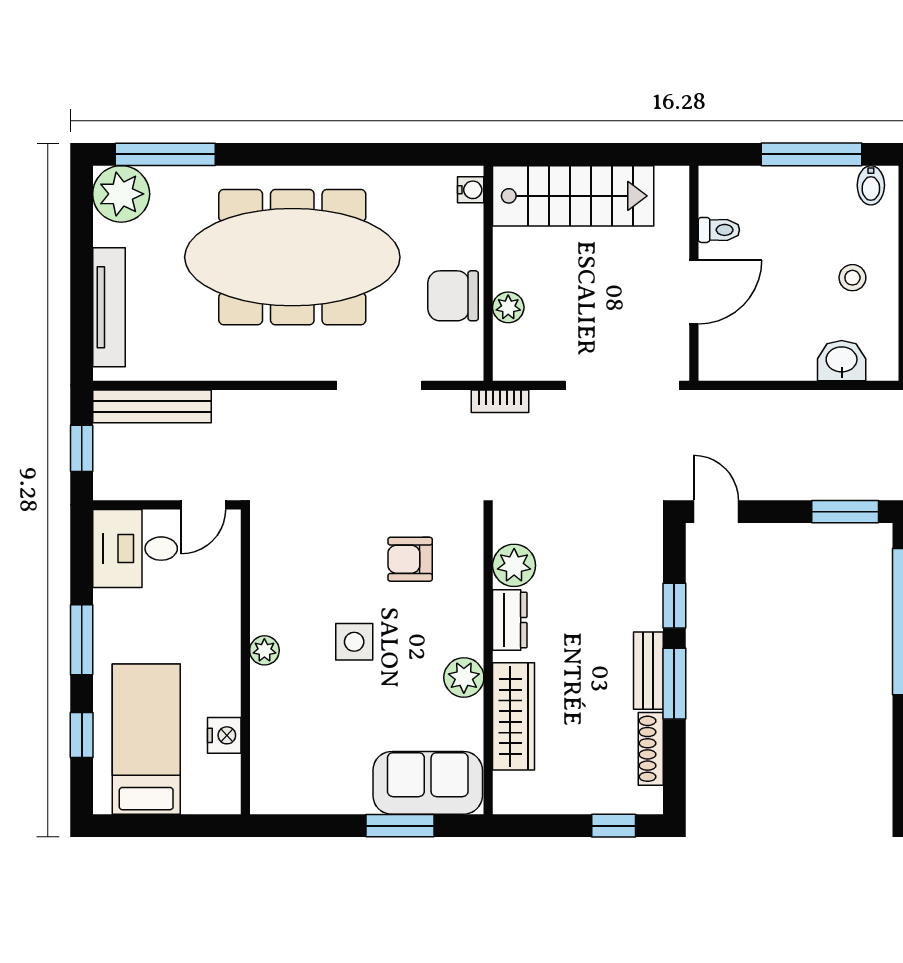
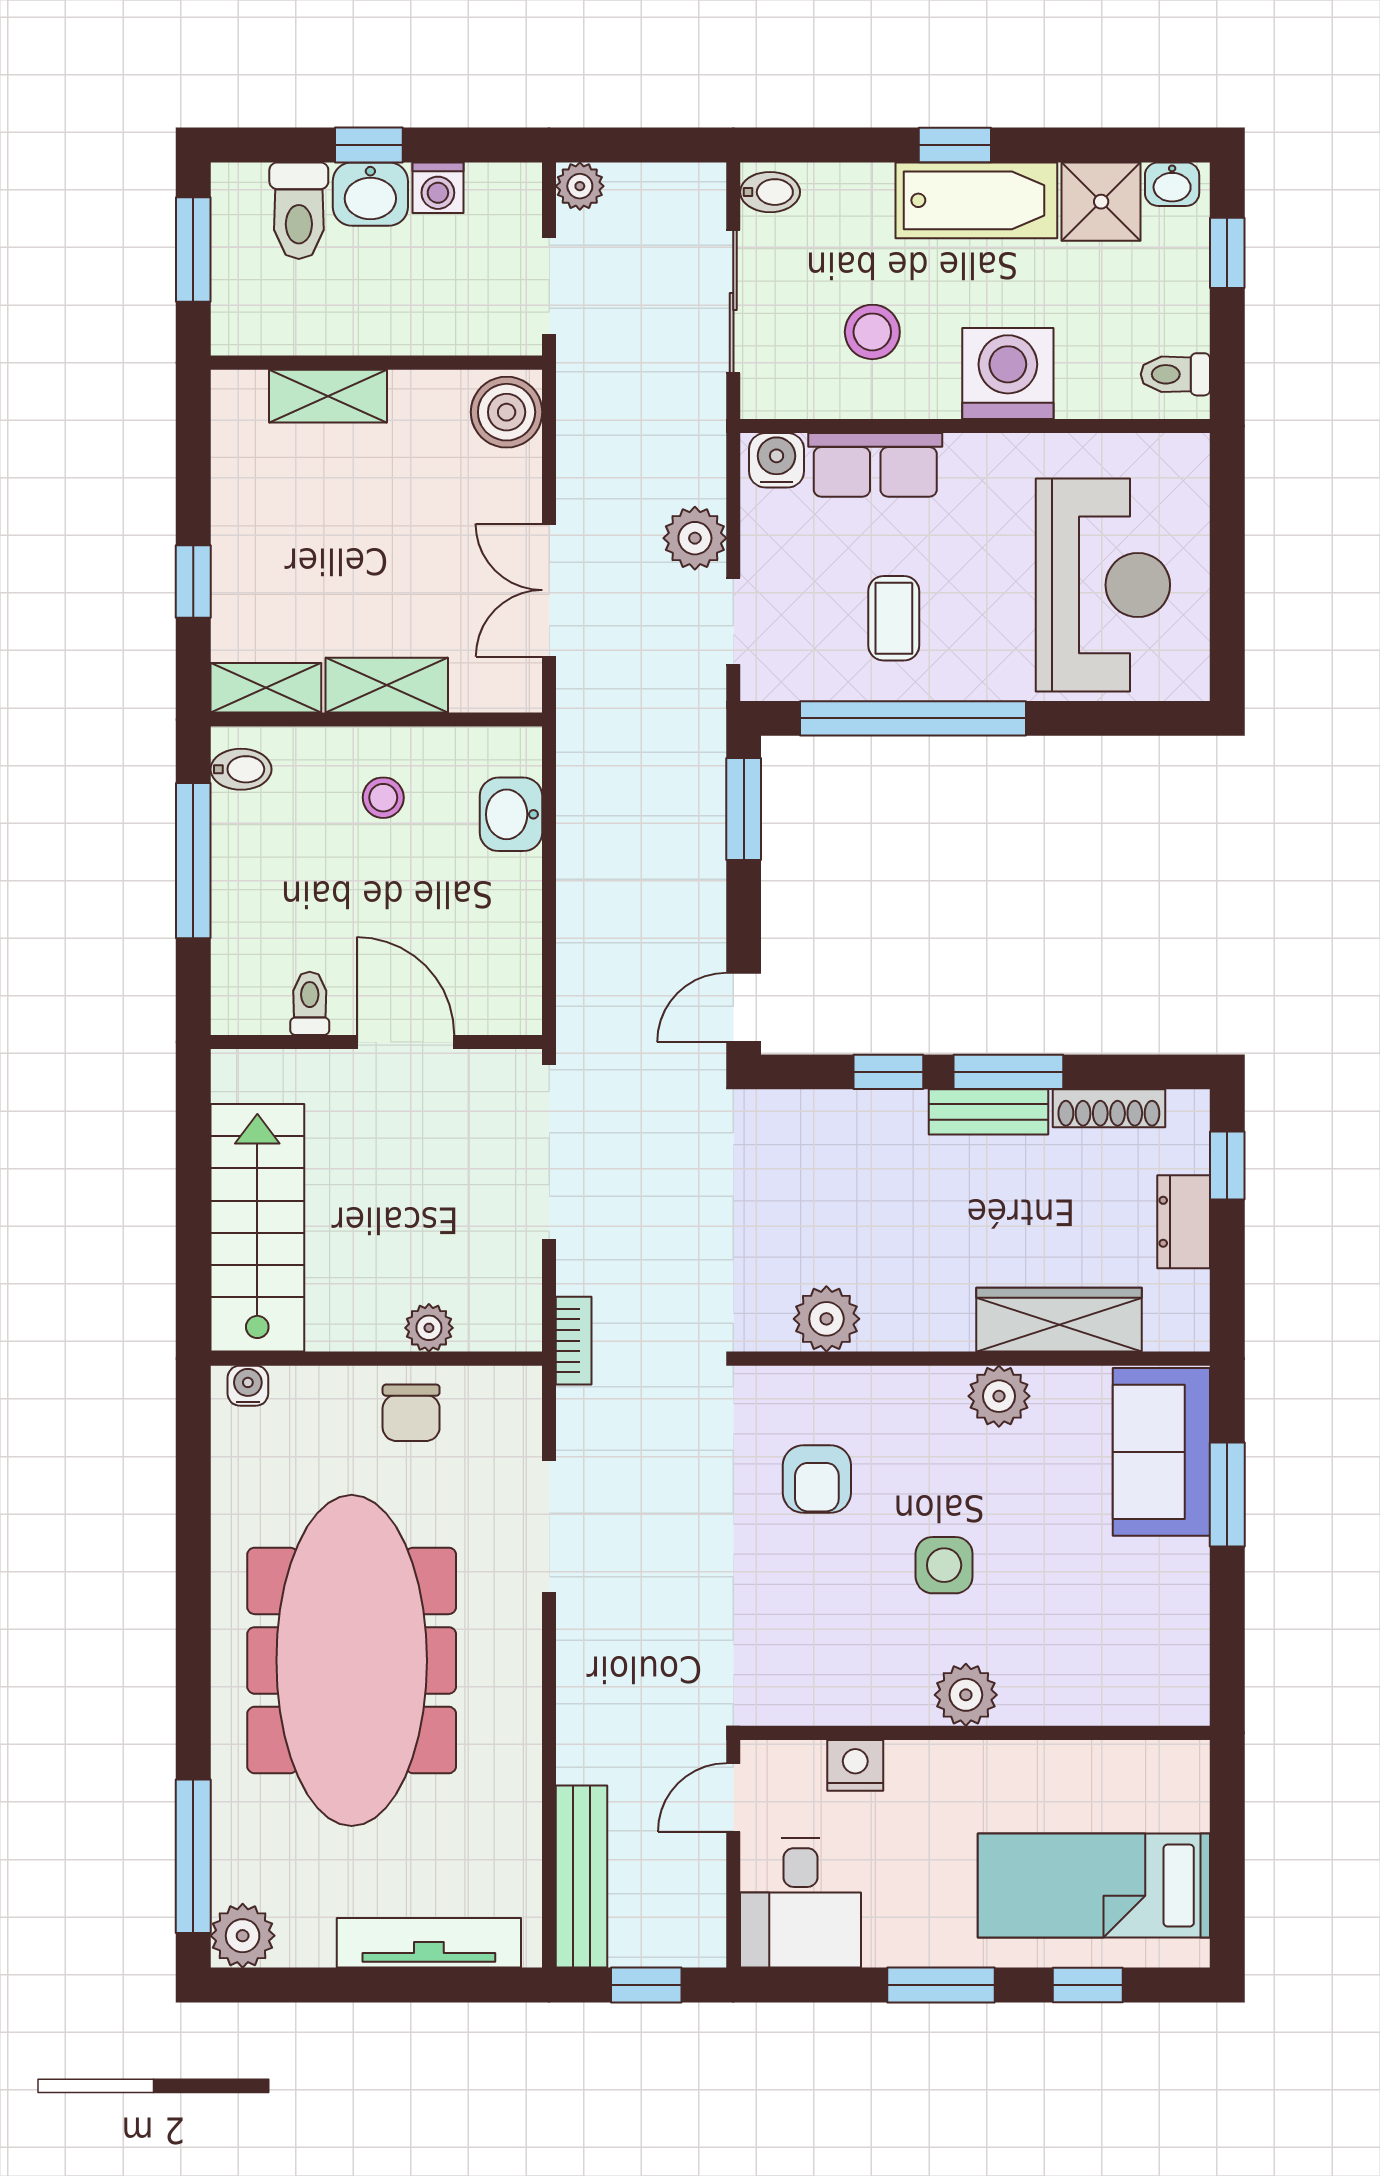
plant: (121, 194) -> (243, 1936), width x0.73, depth x0.73
chair: (453, 296) -> (411, 1413), width x0.73, depth x0.73
door: (203, 505) -> (733, 1798), swing flipped
dresser: (510, 620) -> (1184, 1222), moved, turned -90
plant: (264, 650) -> (966, 1695), width x1.38, depth x1.38
nightstand: (224, 735) -> (855, 1765), moved

